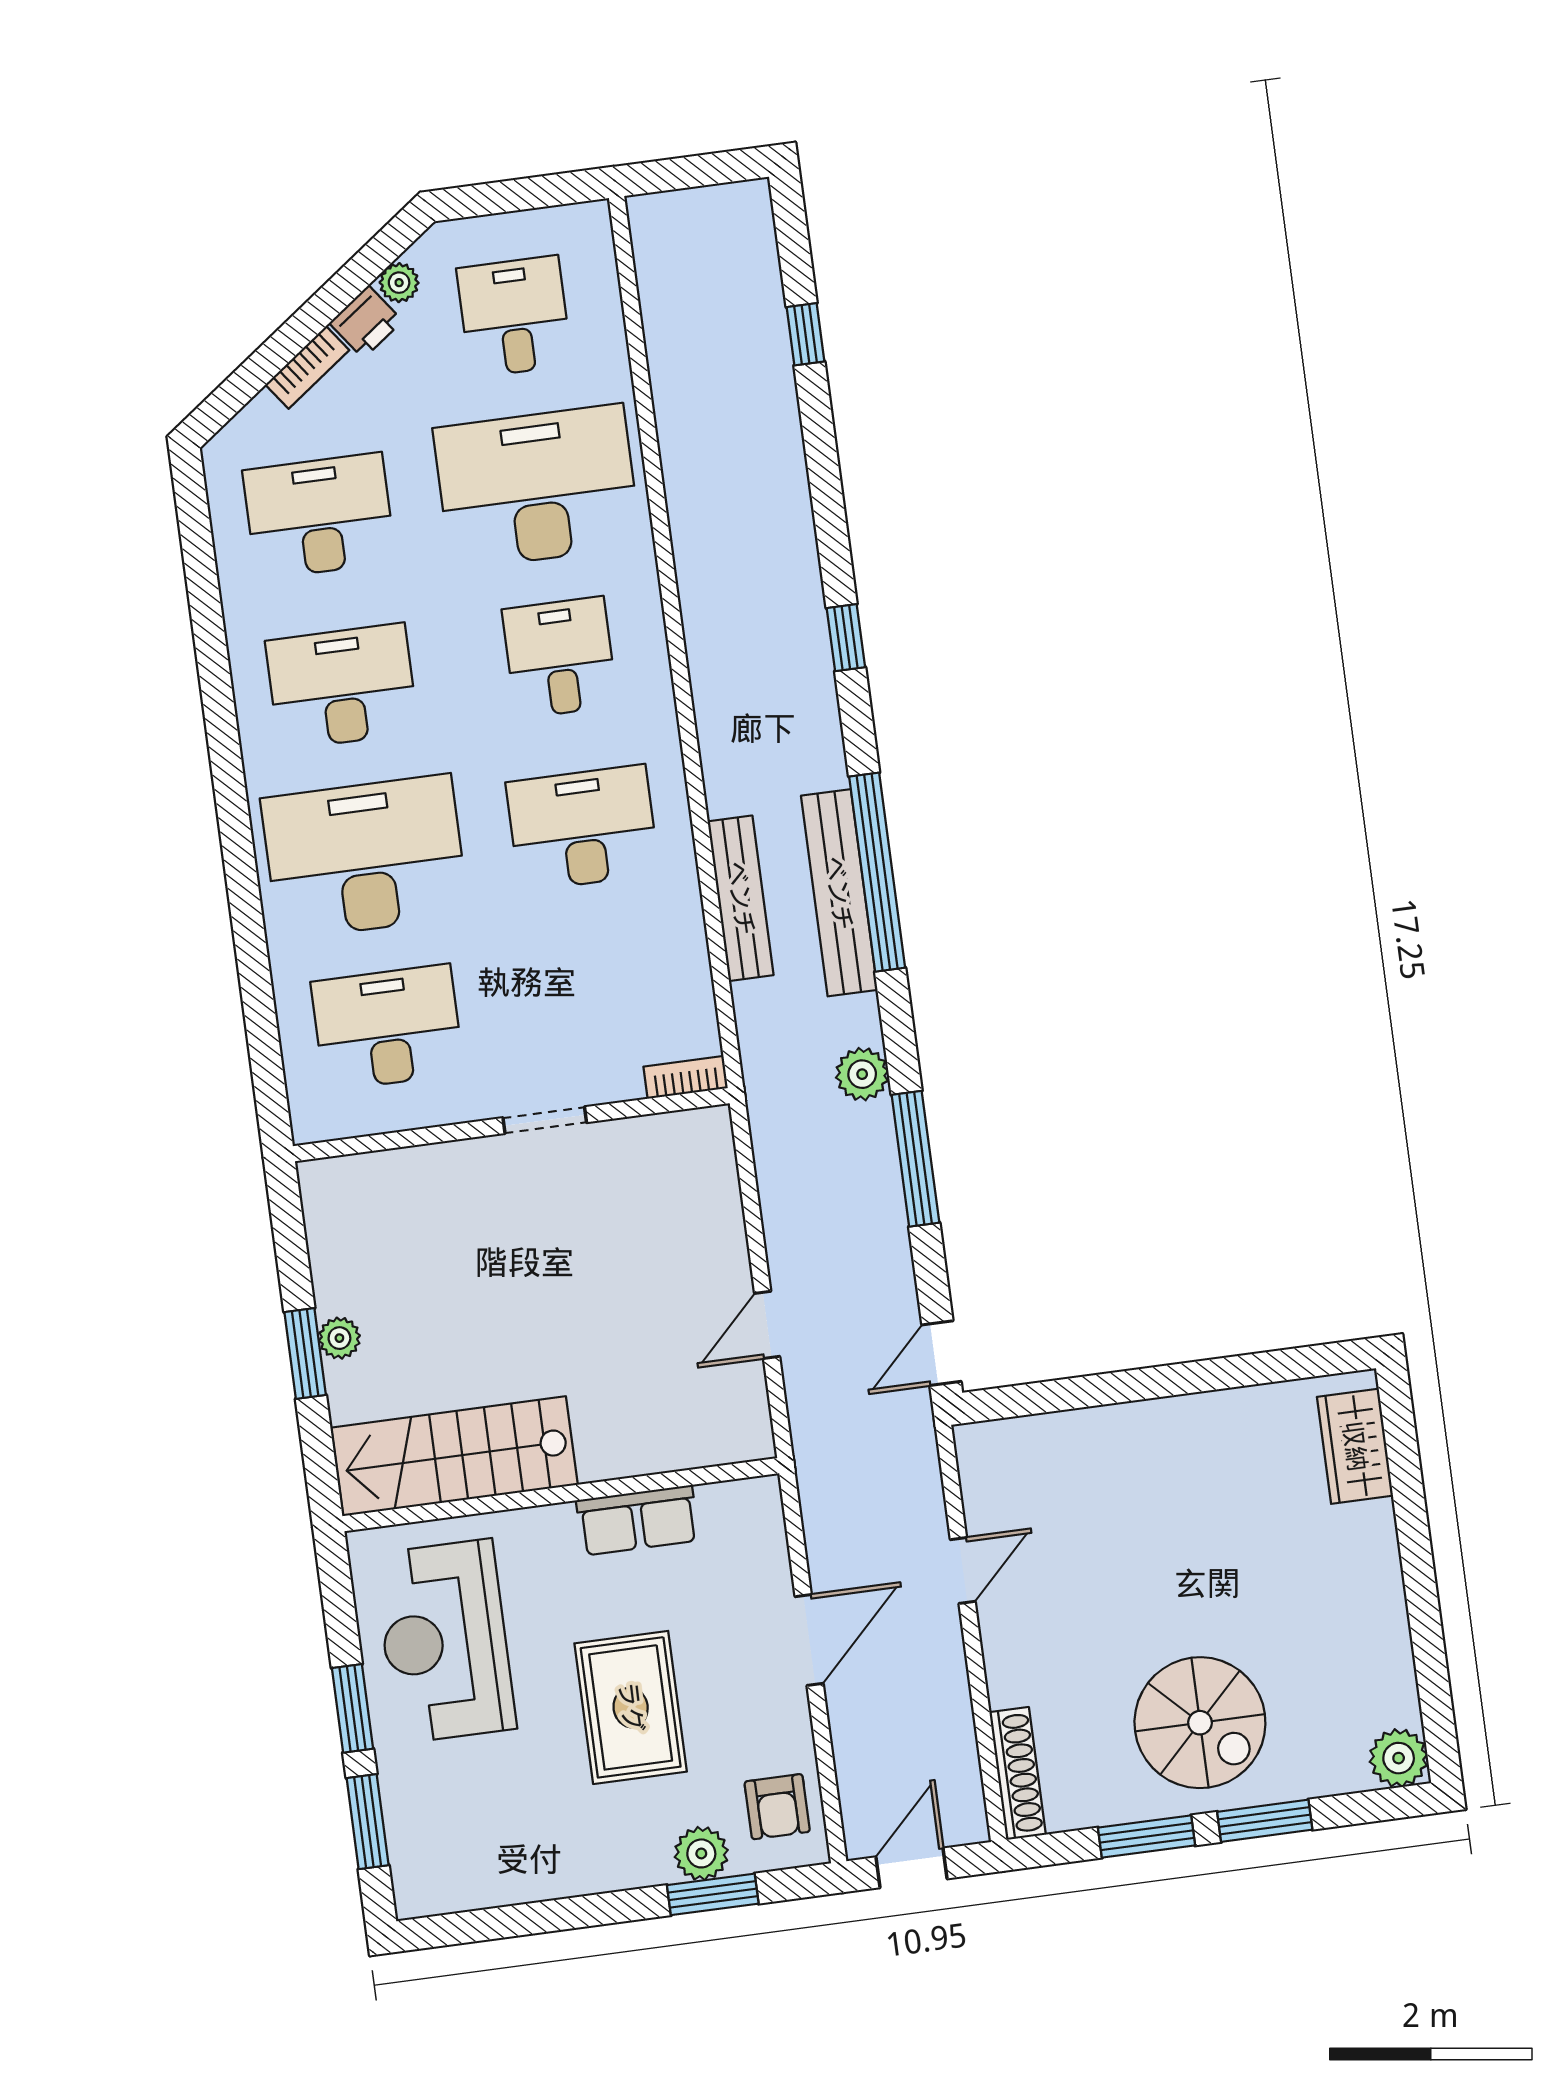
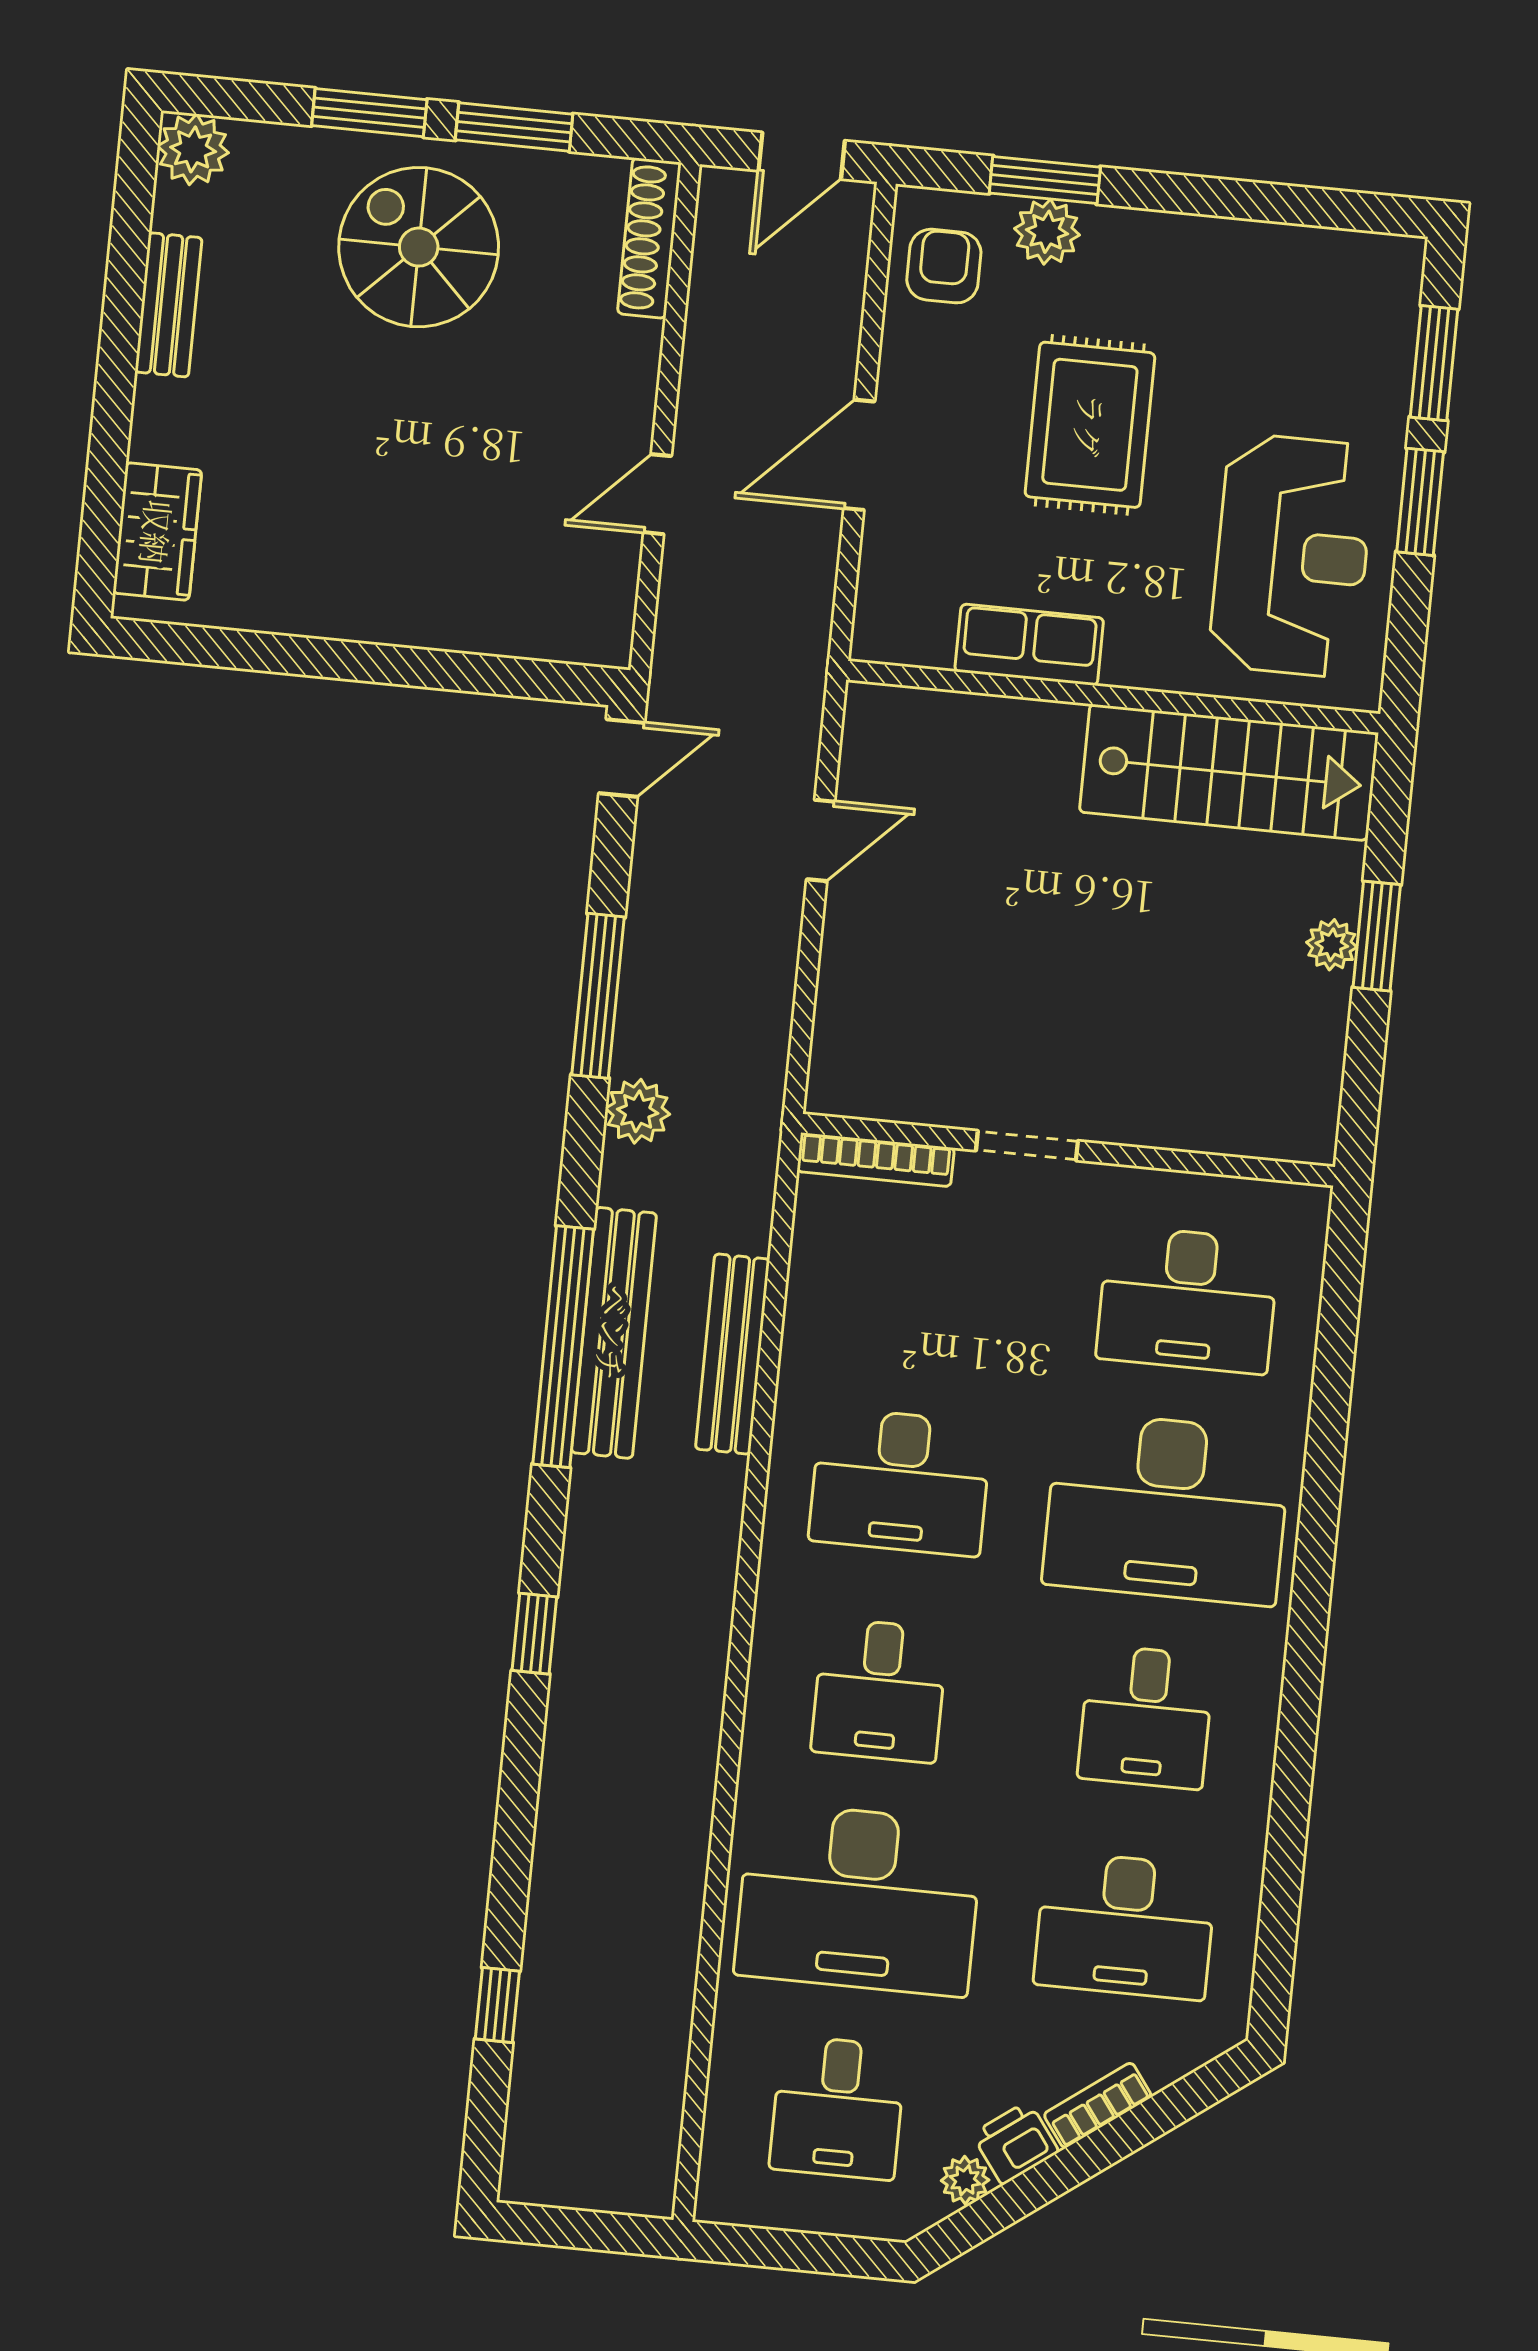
desk: (342, 687) -> (1146, 1717), width x0.73
bookcase: (686, 1077) -> (876, 1160), width x1.56
bench: (1389, 1629) -> (169, 305), added

